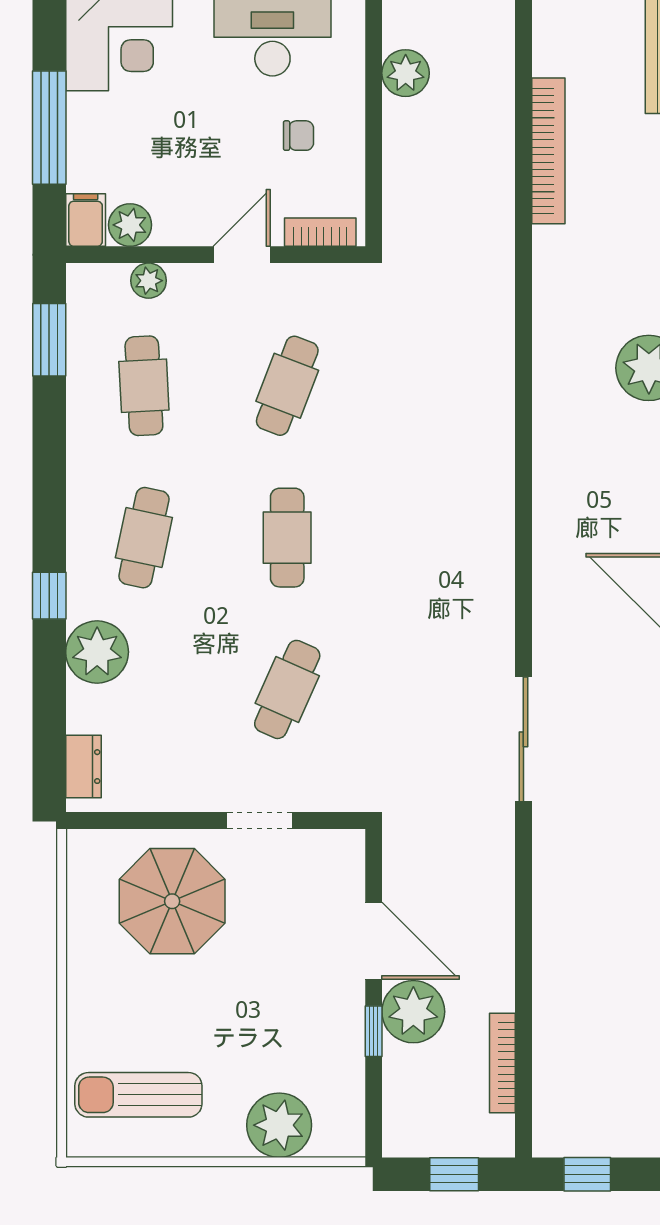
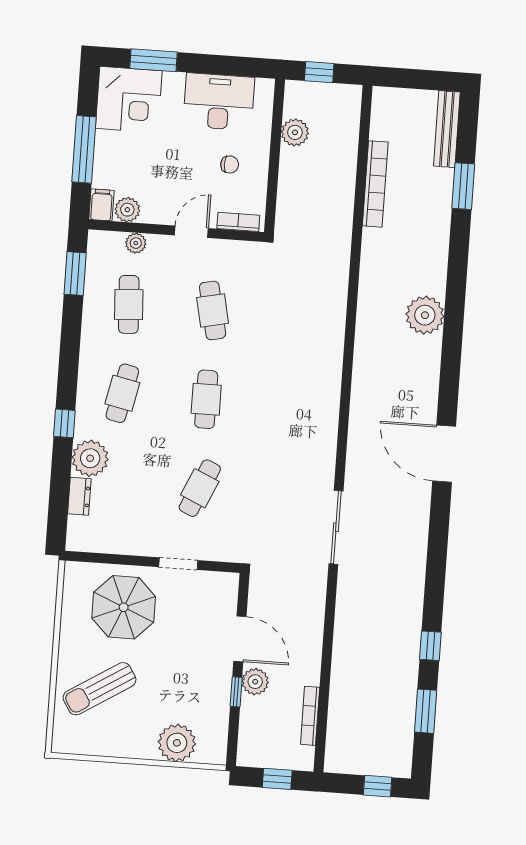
cafe table: (287, 386) -> (213, 310), turned -33
dresser: (83, 767) -> (79, 496), moved
plant: (413, 1012) -> (255, 682), width x0.73, depth x0.73
sun lounger: (138, 1095) -> (100, 689), moved, turned -32
window: (587, 1174) -> (378, 786), moved

